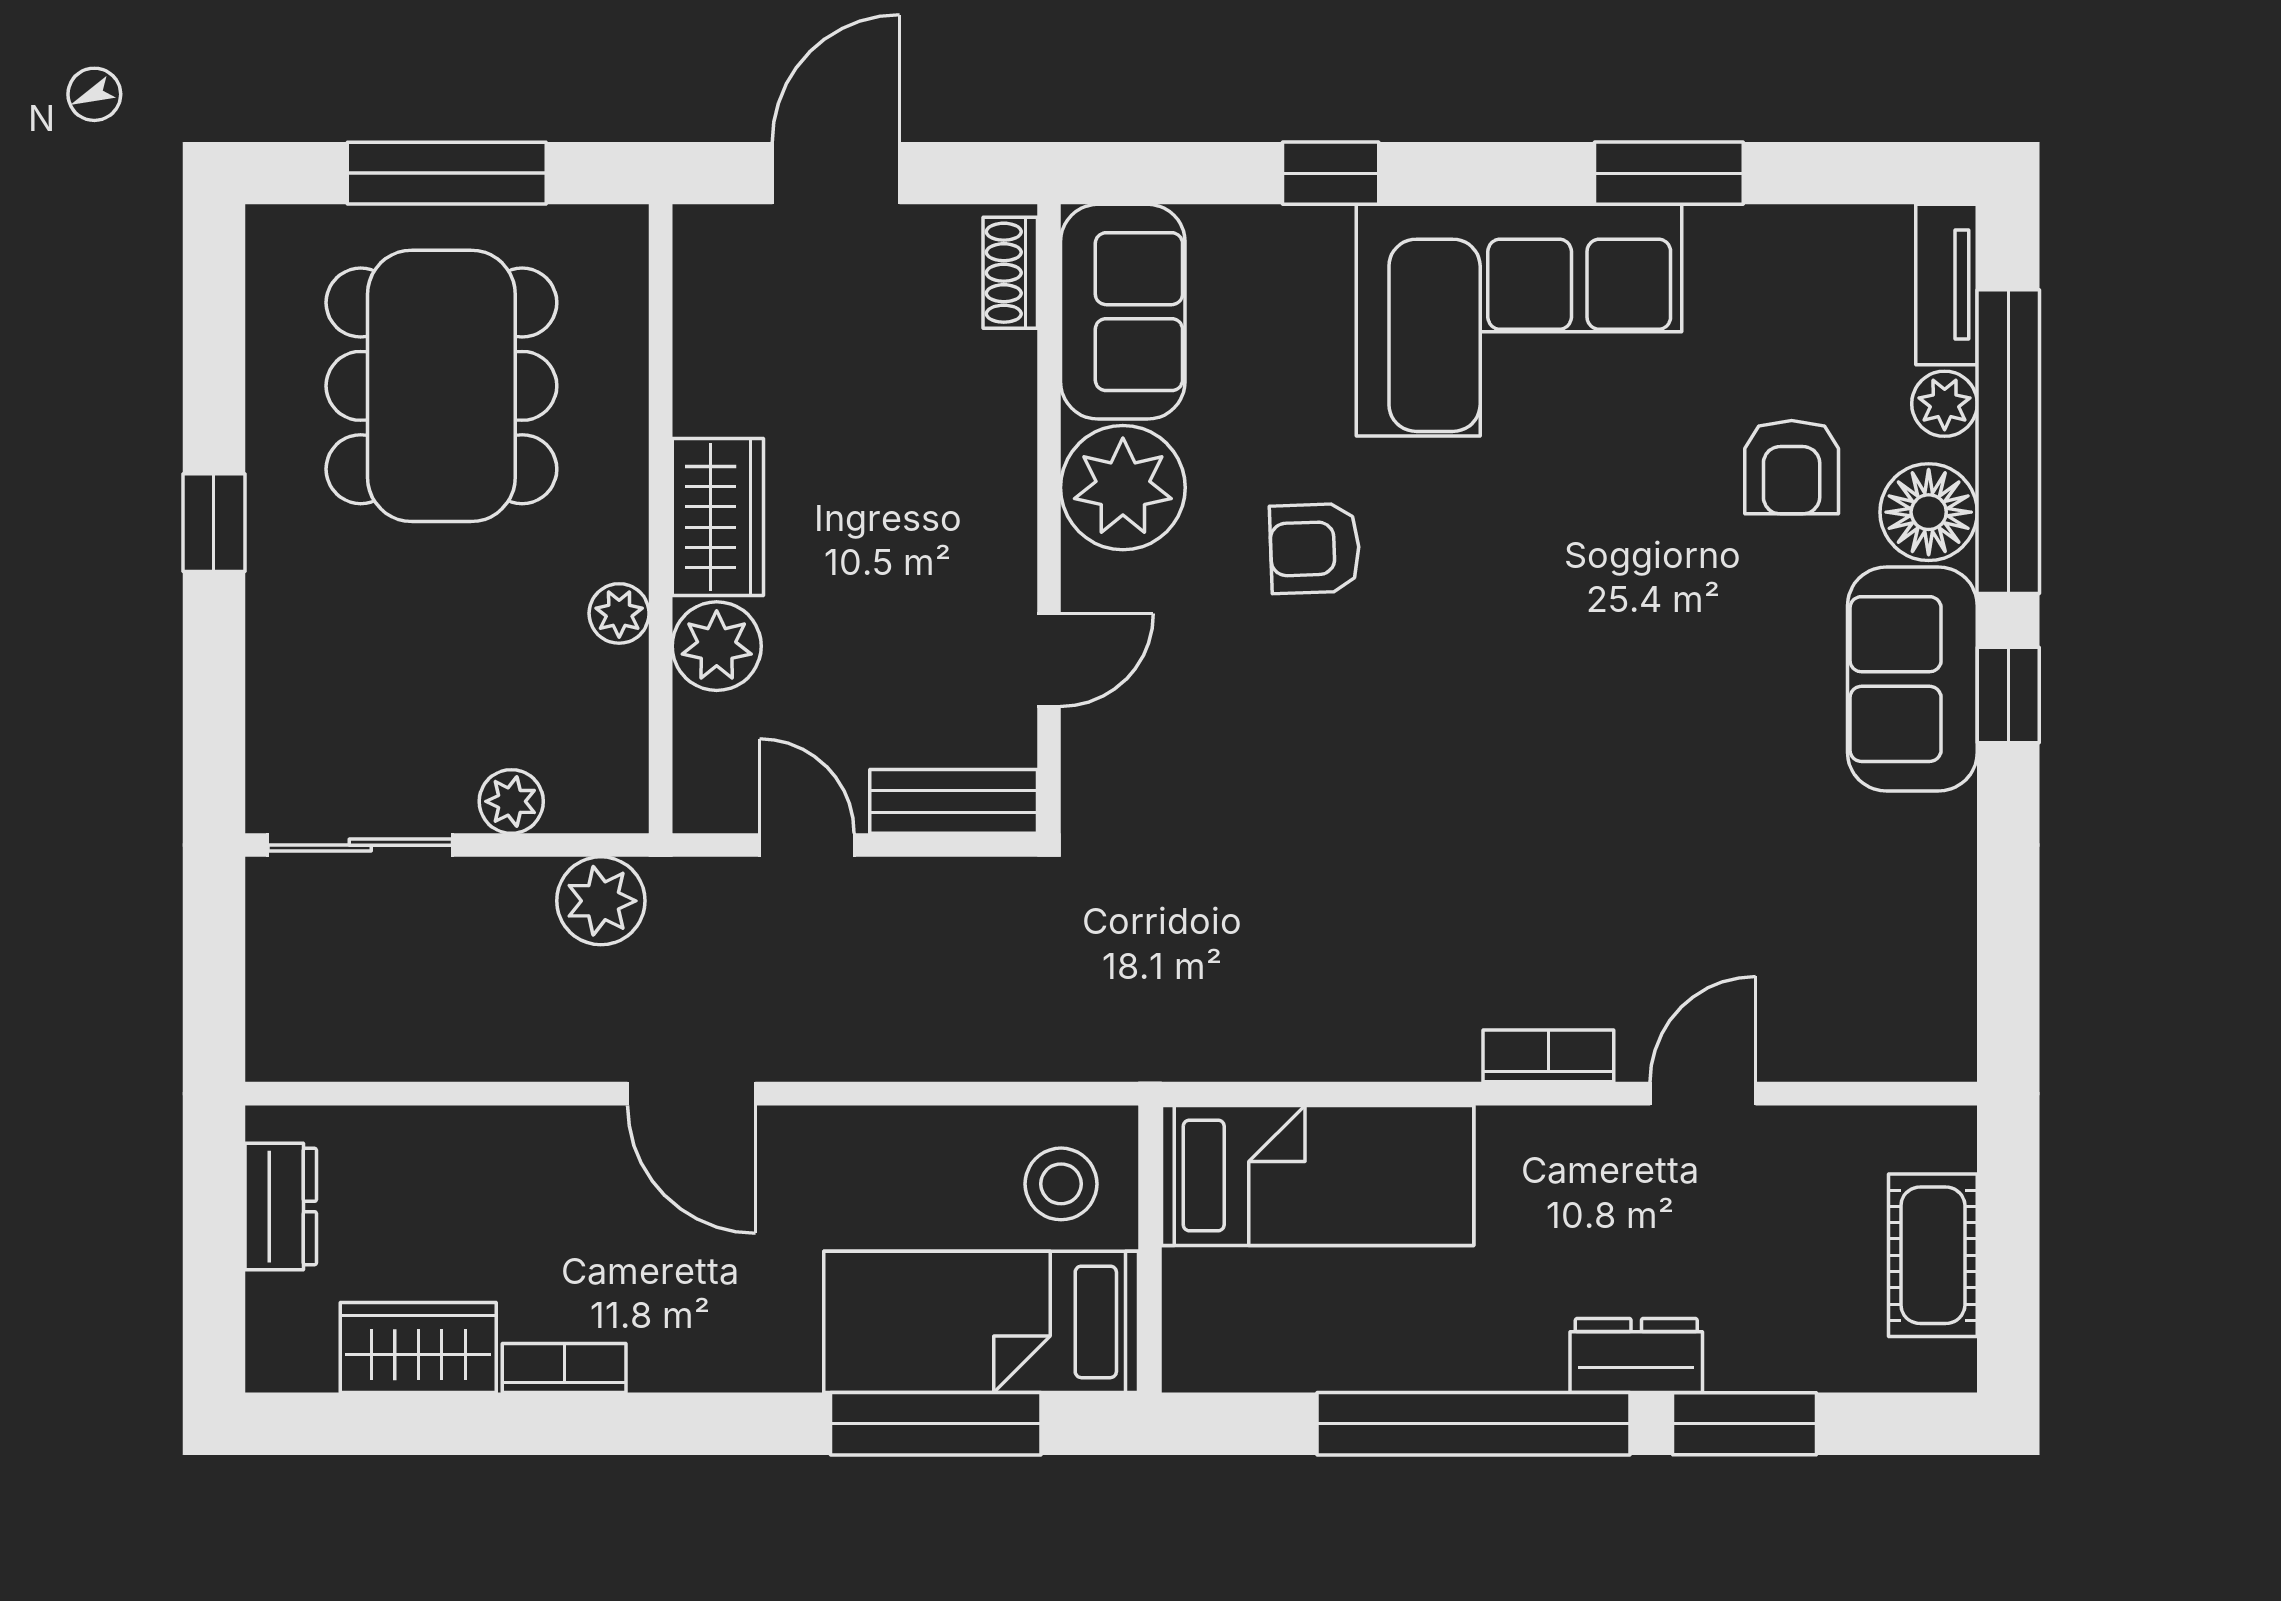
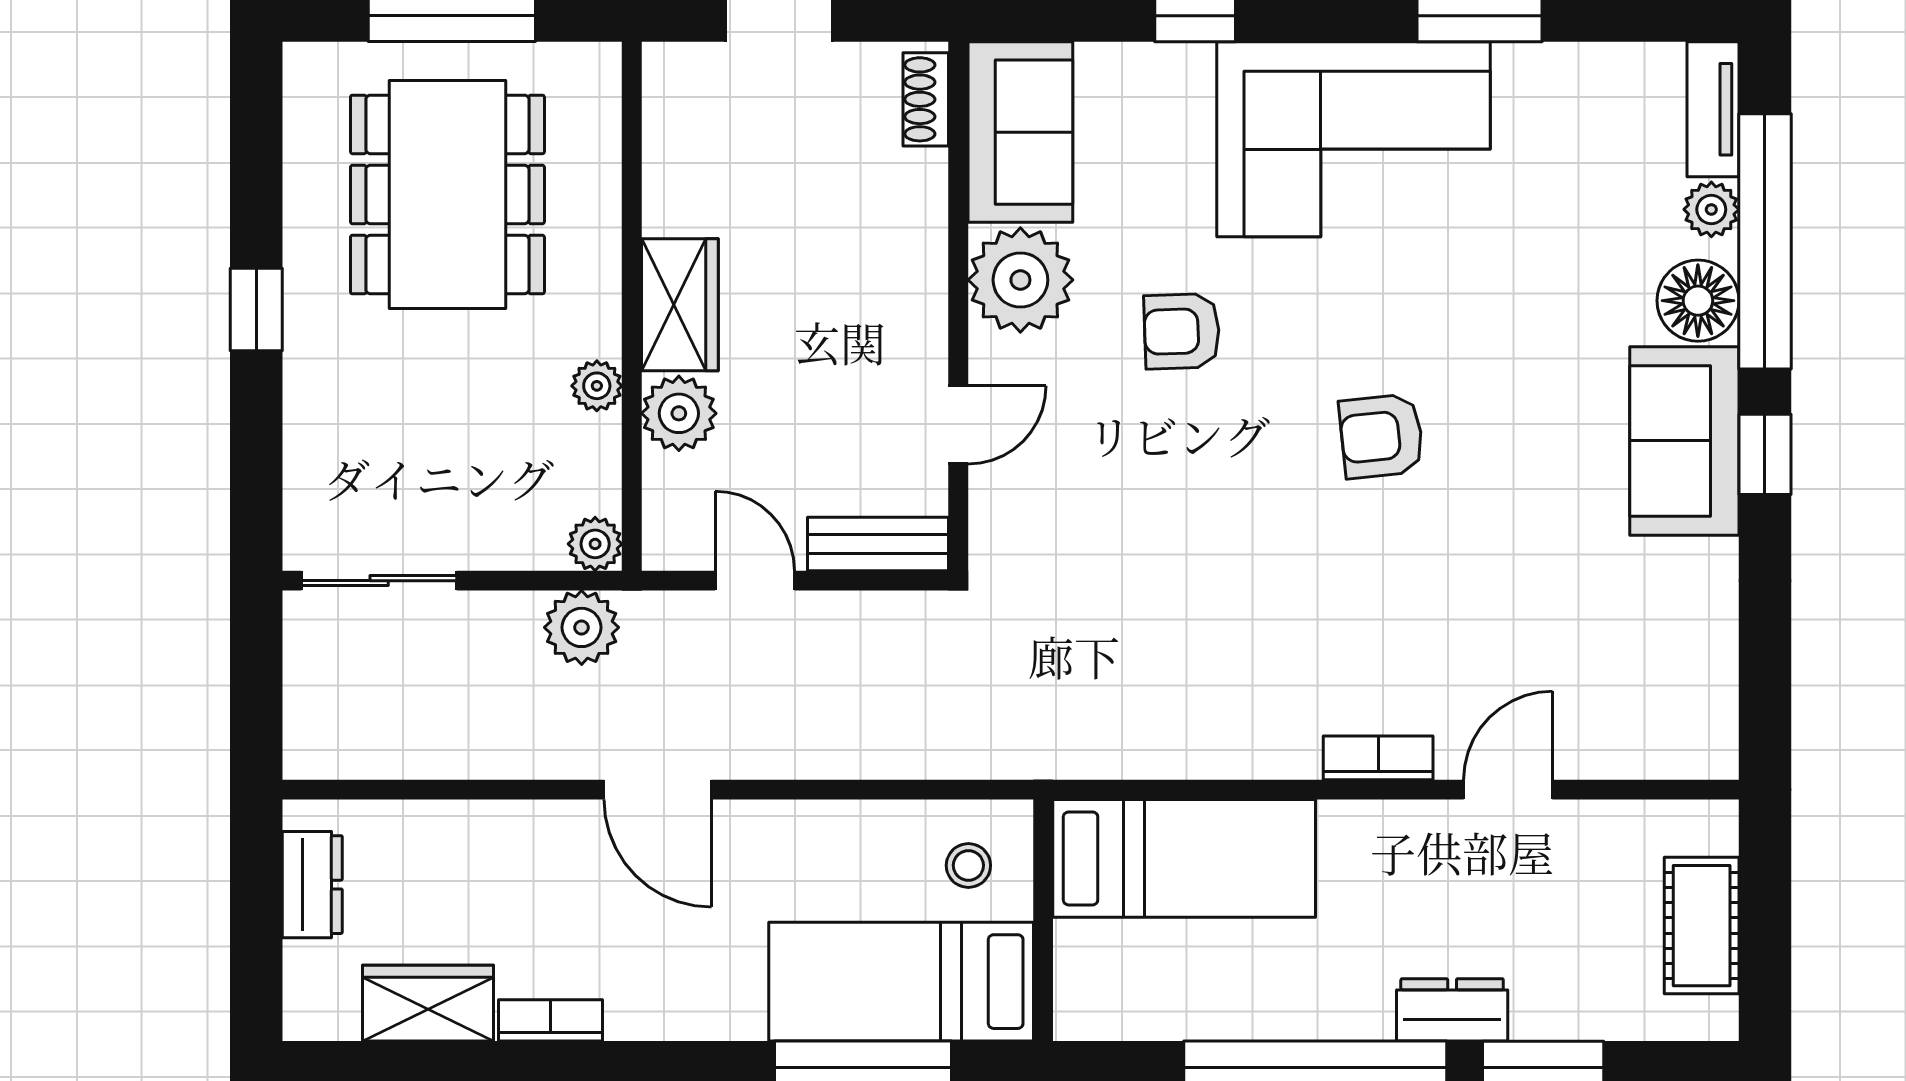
armchair: (1792, 467) -> (1381, 436), moved, turned 84
plant: (511, 801) -> (595, 544), moved
stool: (1061, 1184) -> (968, 865), width x0.73, depth x0.73

